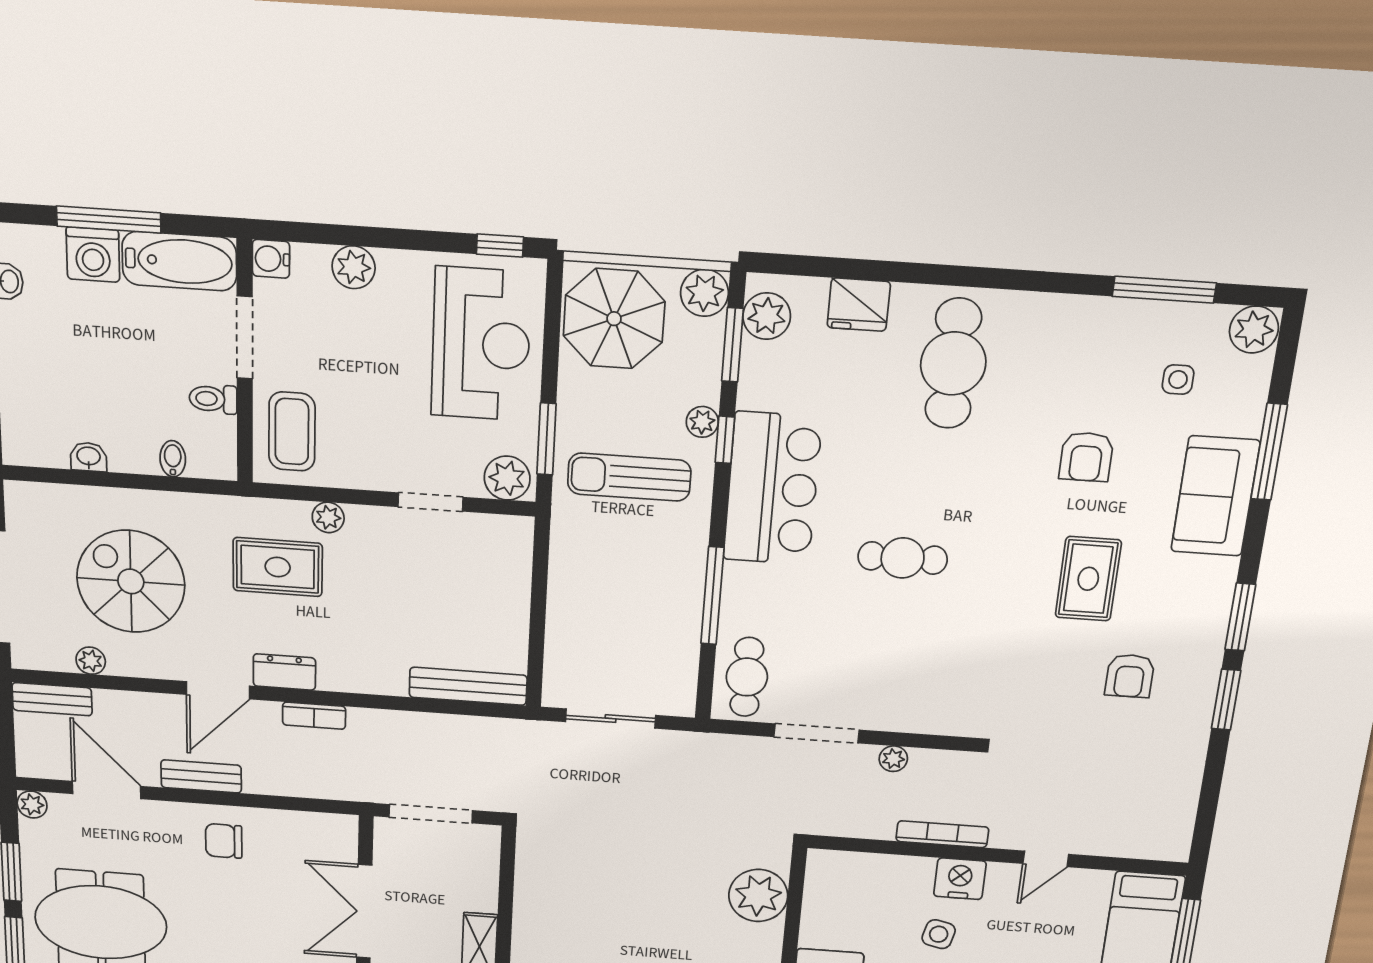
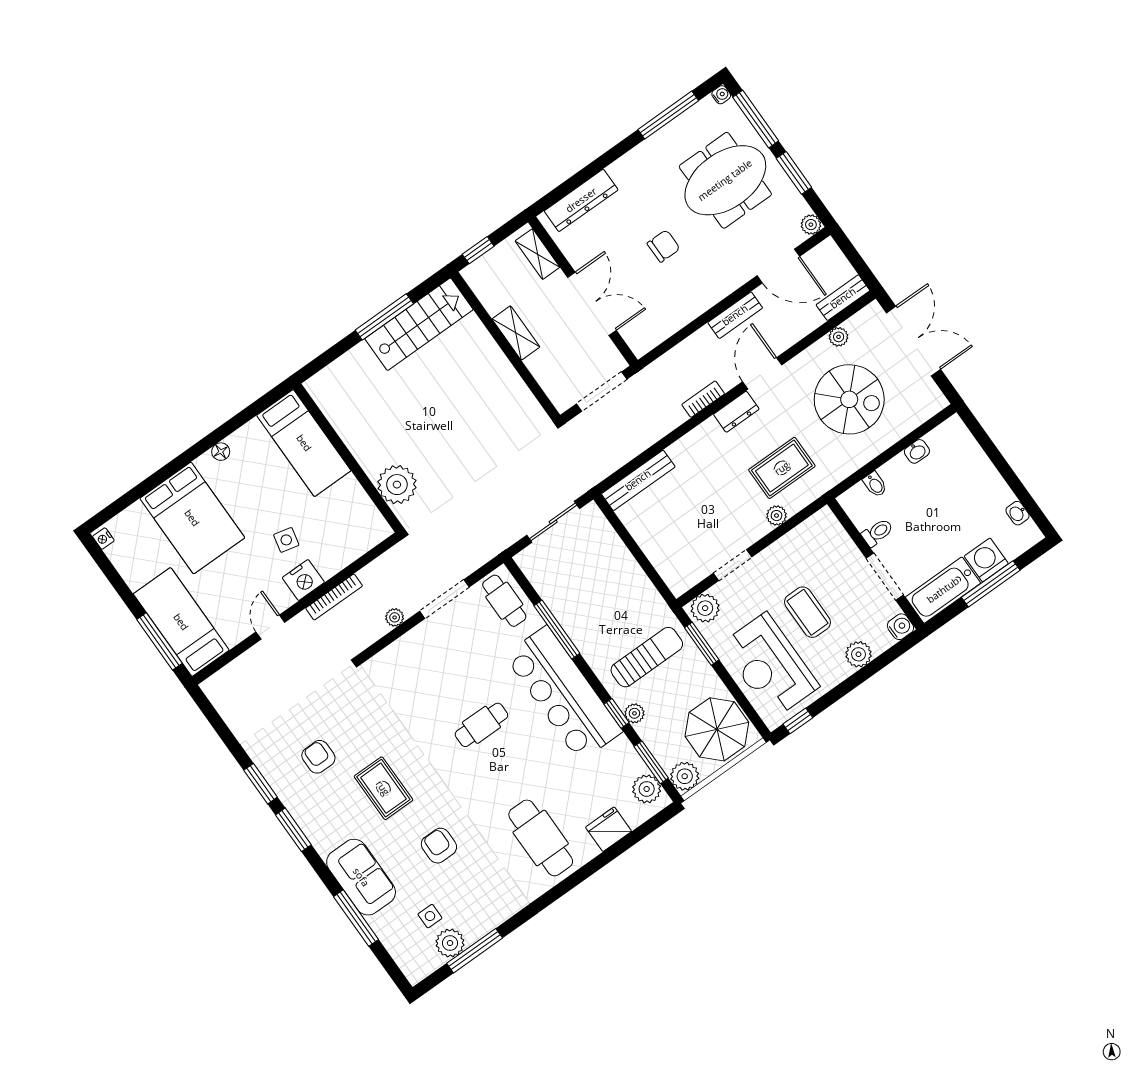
plant: (1254, 330) -> (450, 943), moved
coffee table: (292, 432) -> (807, 612), moved
bar counter: (772, 489) -> (563, 694), width x1.36
chair: (224, 841) -> (663, 246), moved

